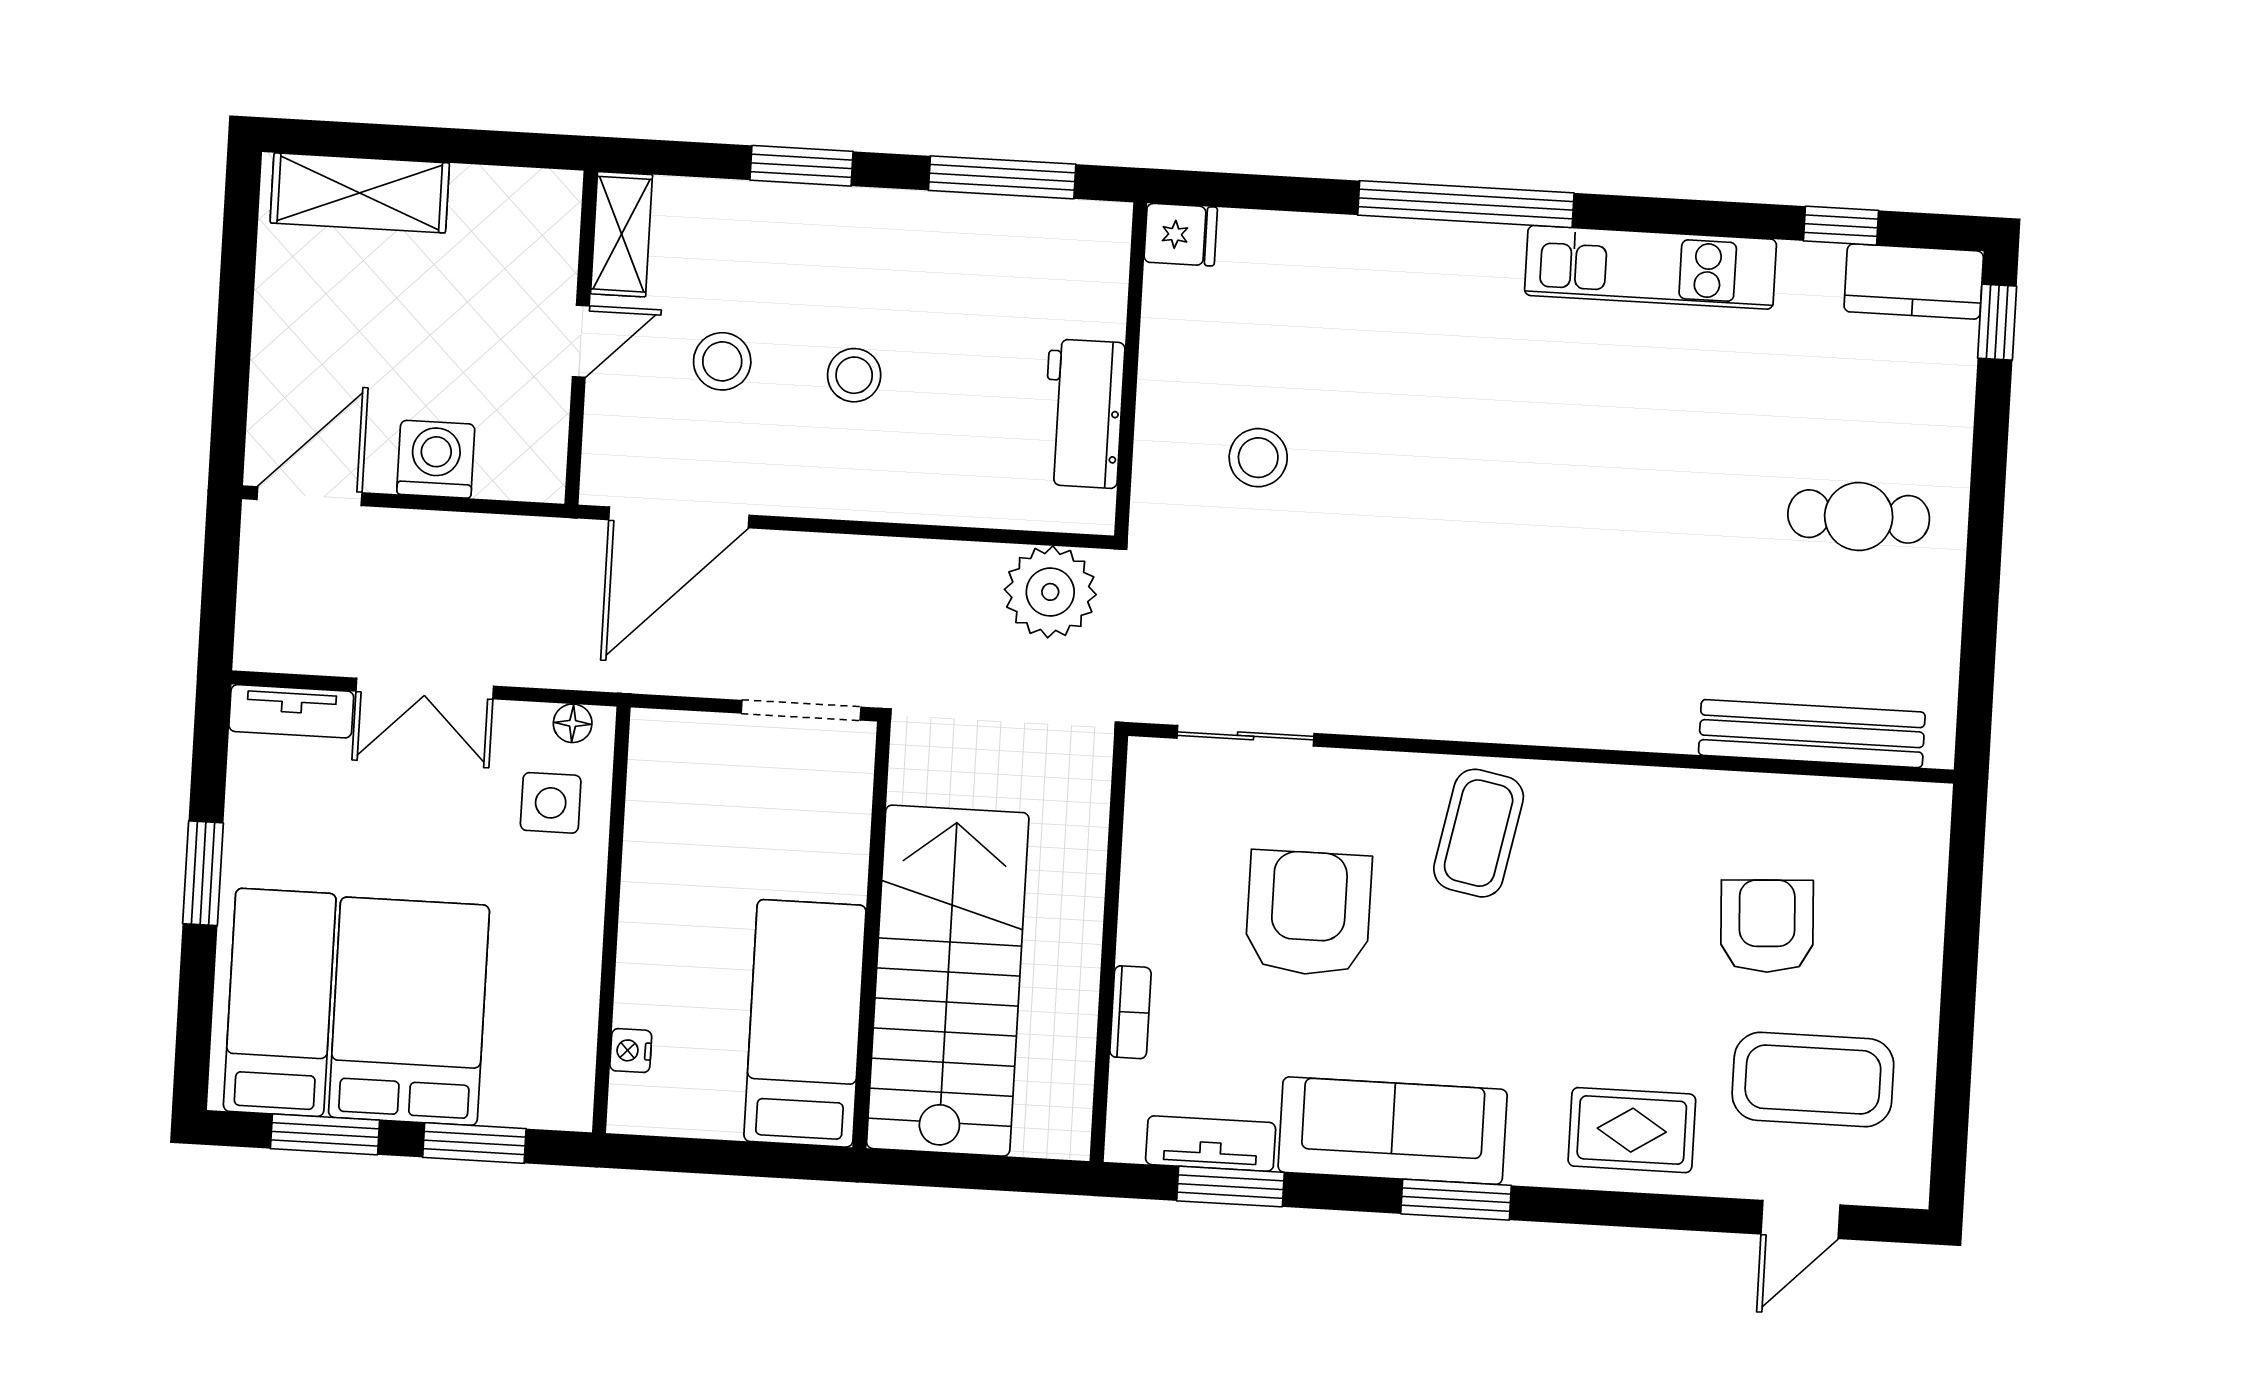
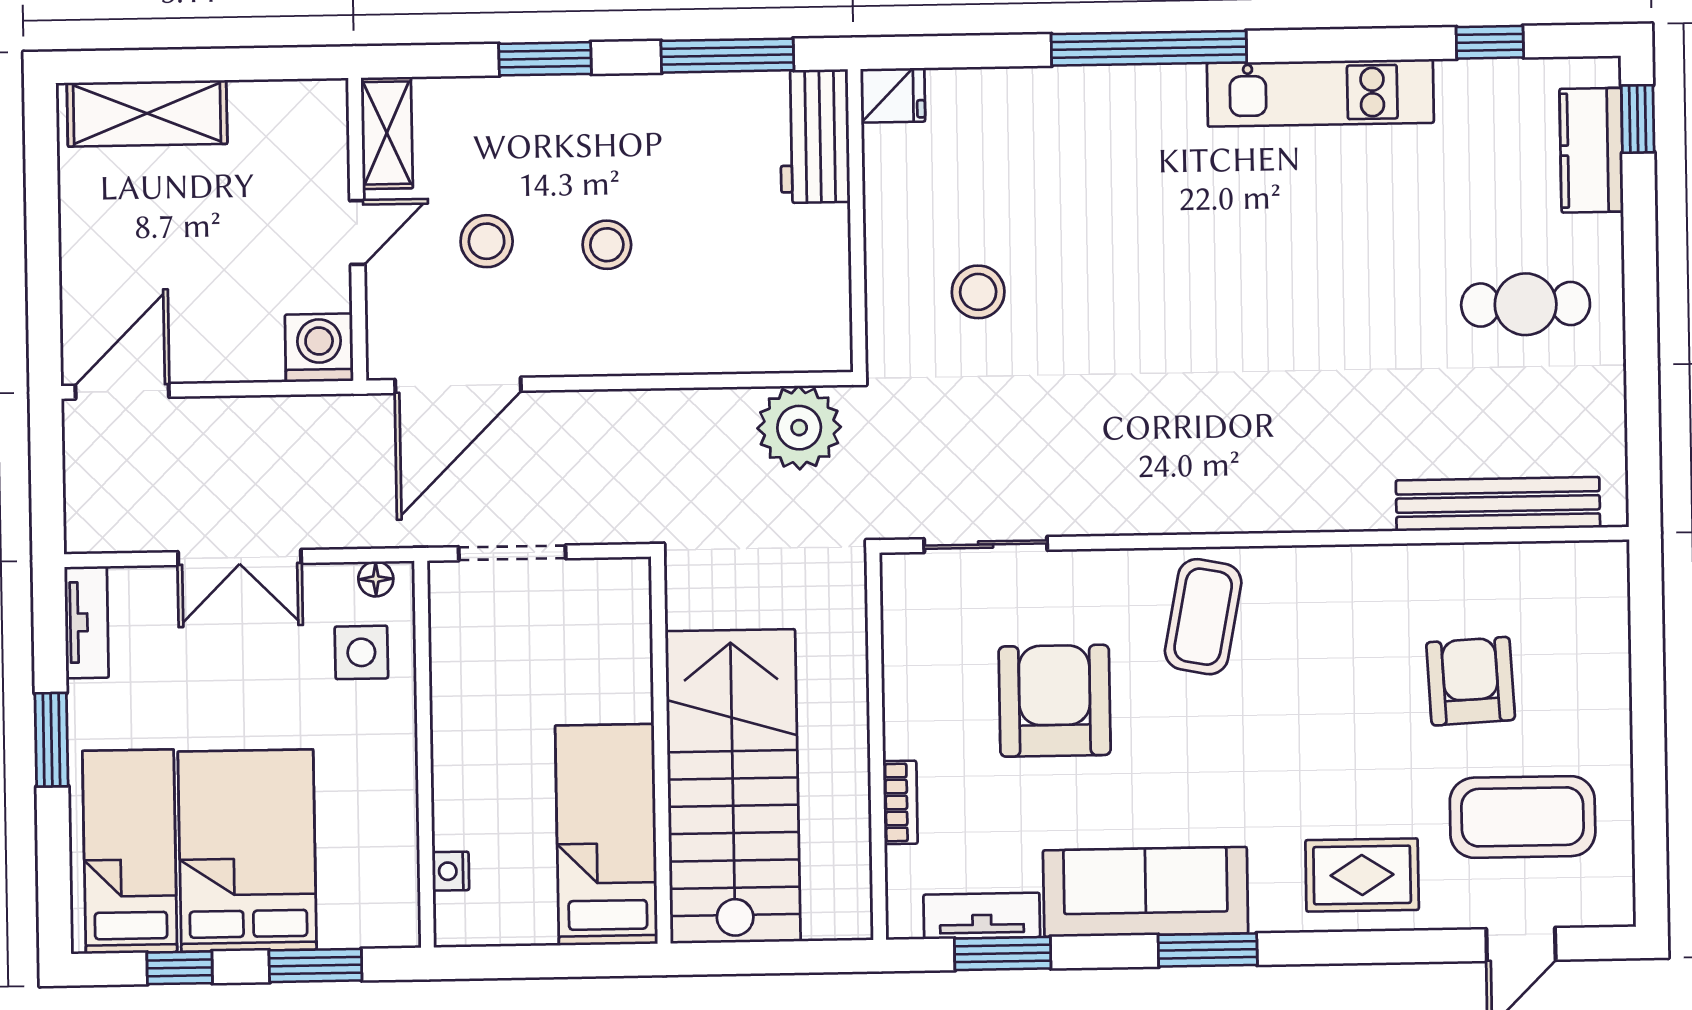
kitchen counter: (1914, 281) -> (1591, 150), moved, turned 90
workbench: (1083, 414) -> (815, 136), moved
washing machine: (436, 459) -> (319, 348), moved
doorway: (801, 710) -> (512, 553), moved
tv unit: (291, 711) -> (87, 622), moved, turned -90
window: (325, 1134) -> (180, 968), width x0.67

